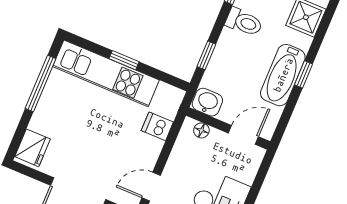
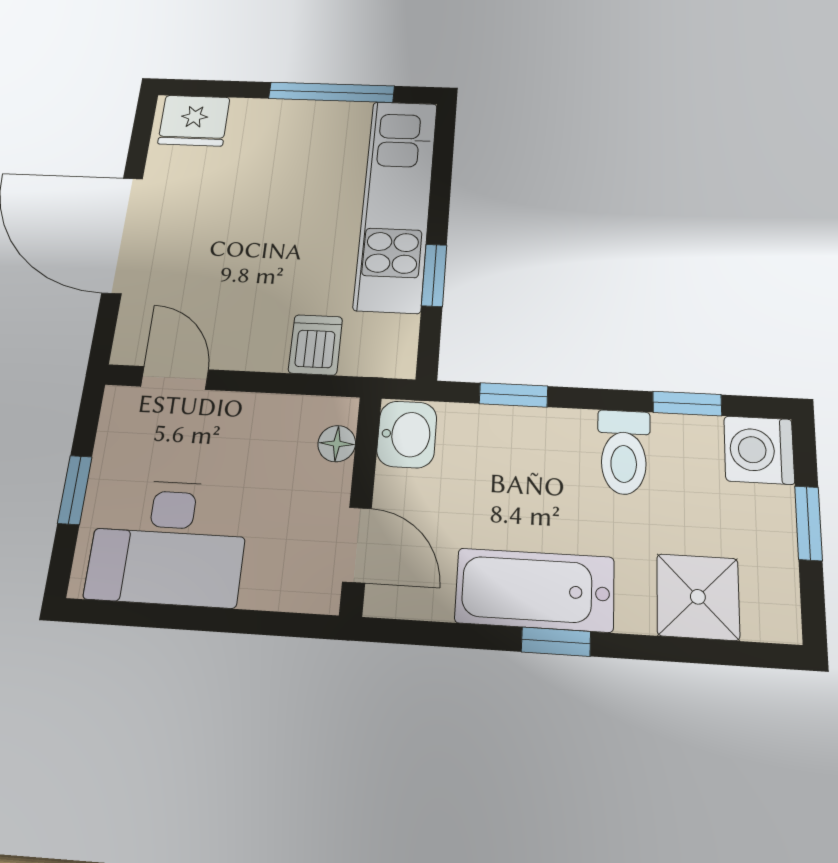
window: (124, 60) -> (434, 275), moved

